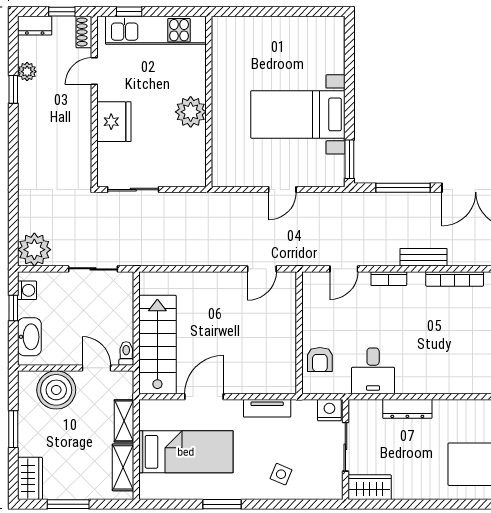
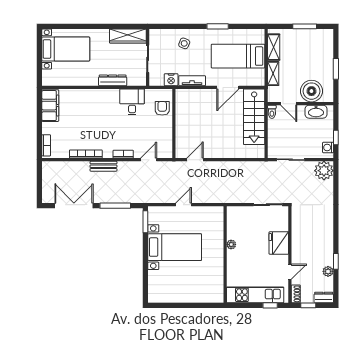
plant: (191, 112) -> (231, 244), width x0.53, depth x0.53
washbasin: (29, 337) -> (316, 112), moved, turned -90
nightstand: (329, 410) -> (171, 80), moved
wardrobe: (30, 478) -> (326, 41), removed
wardrobe: (370, 487) -> (128, 36), width x1.50

